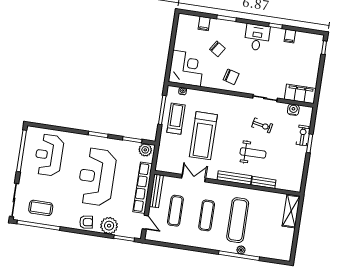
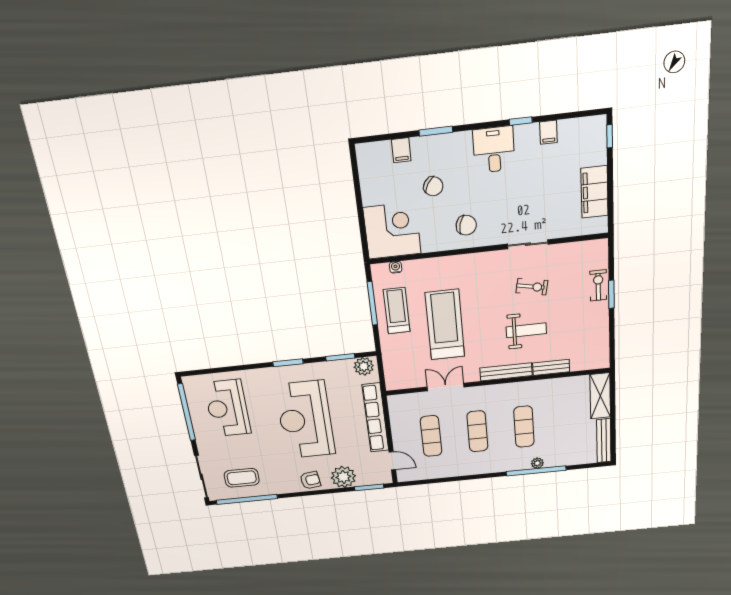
filing cabinet: (300, 94) -> (594, 192), moved, turned -90
water cooler: (293, 110) -> (576, 250), removed
treadmill: (203, 136) -> (445, 325), turned 180
bench: (156, 191) -> (604, 441), moved
exercise mat: (238, 220) -> (524, 427), width x0.73, depth x0.69

